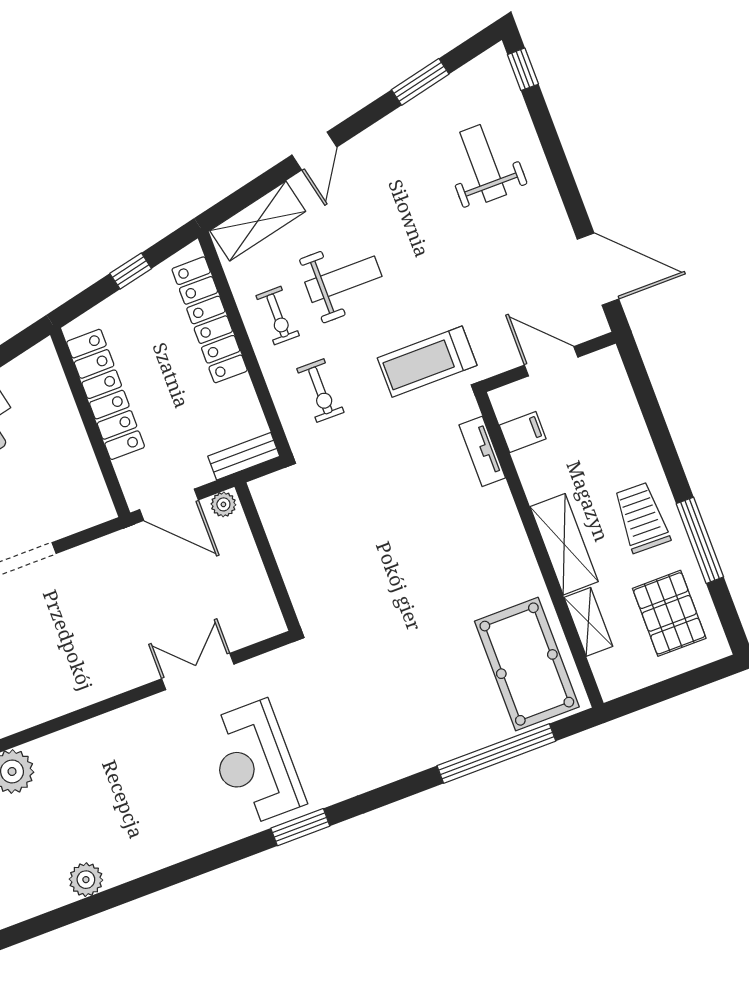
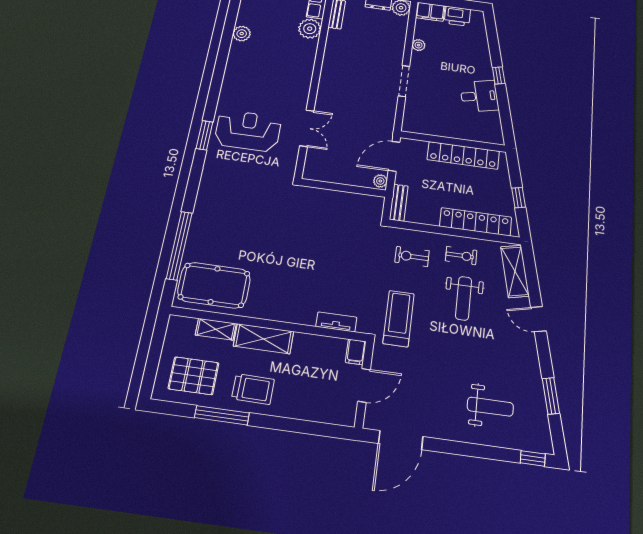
exercise bike: (278, 316) -> (461, 256), turned 180
filing cabinet: (523, 432) -> (356, 352), moved

